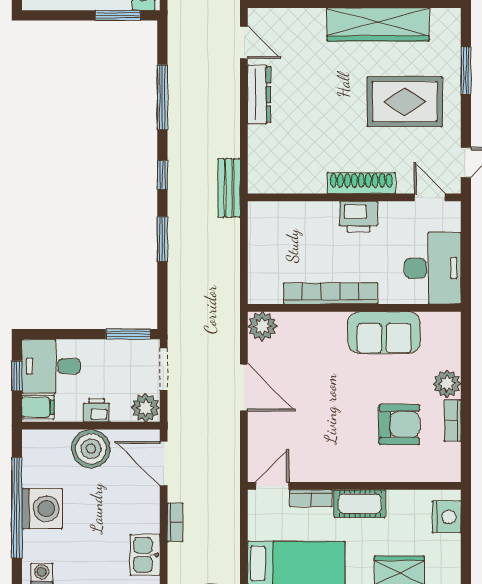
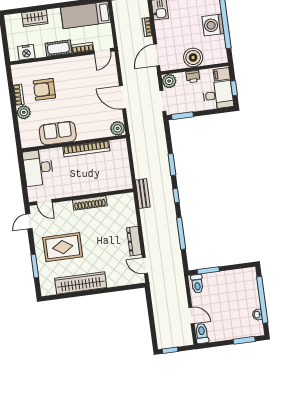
shoe rack: (361, 183) -> (90, 203), moved
printer: (359, 217) -> (78, 188), removed
door: (164, 464) -> (157, 55), swing flipped
nightstand: (447, 517) -> (26, 52), moved, turned -90

